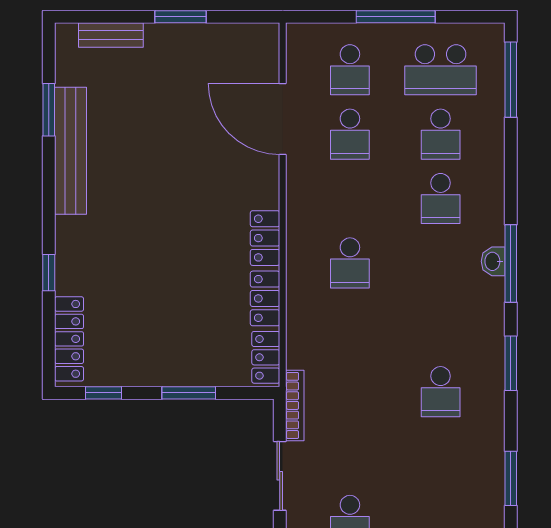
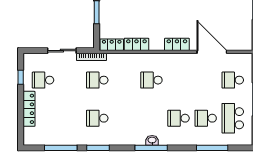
window: (511, 80) -> (212, 148), moved
door: (283, 119) -> (212, 52), hinge flipped
school desk: (350, 134) -> (97, 80), moved
locker: (265, 238) -> (177, 44), moved
window: (511, 363) -> (98, 148), moved
window: (511, 478) -> (61, 148), width x1.44

